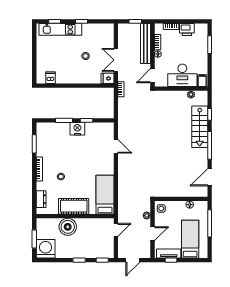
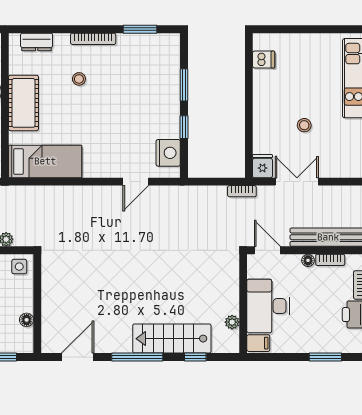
nightstand: (77, 129) -> (168, 153), moved
door: (210, 177) -> (78, 357), hinge flipped

